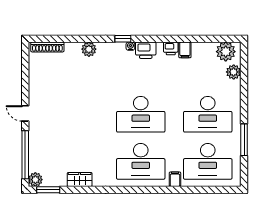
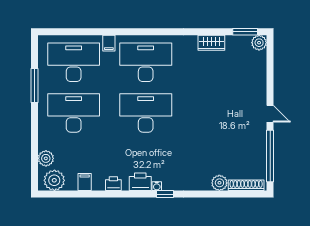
plant: (89, 49) -> (219, 183), moved
filing cabinet: (185, 50) -> (85, 182), moved
window: (25, 155) -> (270, 156), moved

